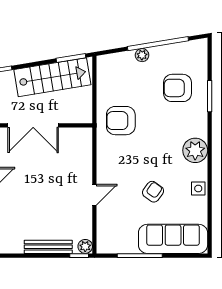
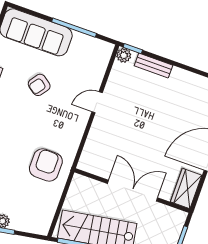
armchair: (121, 121) -> (46, 165), turned -90
bench: (48, 247) -> (153, 65), width x0.73

